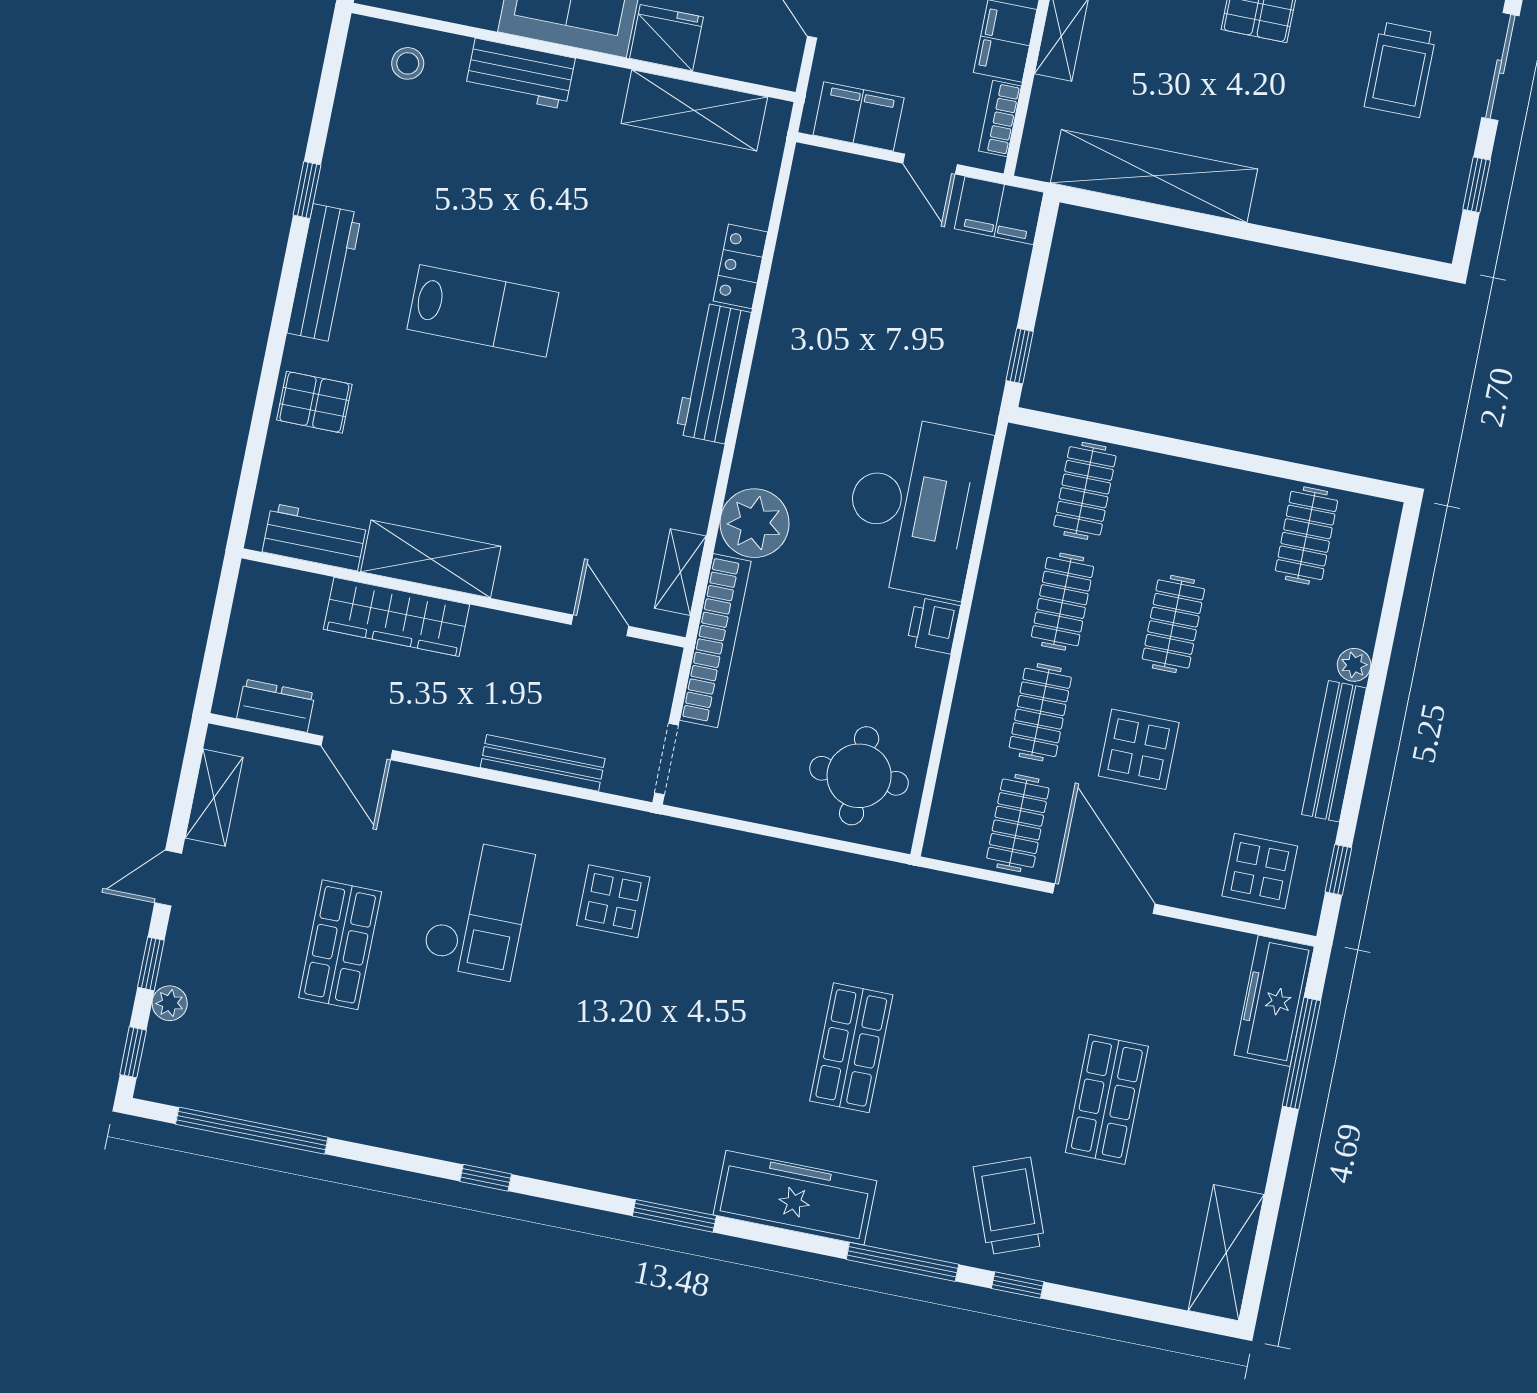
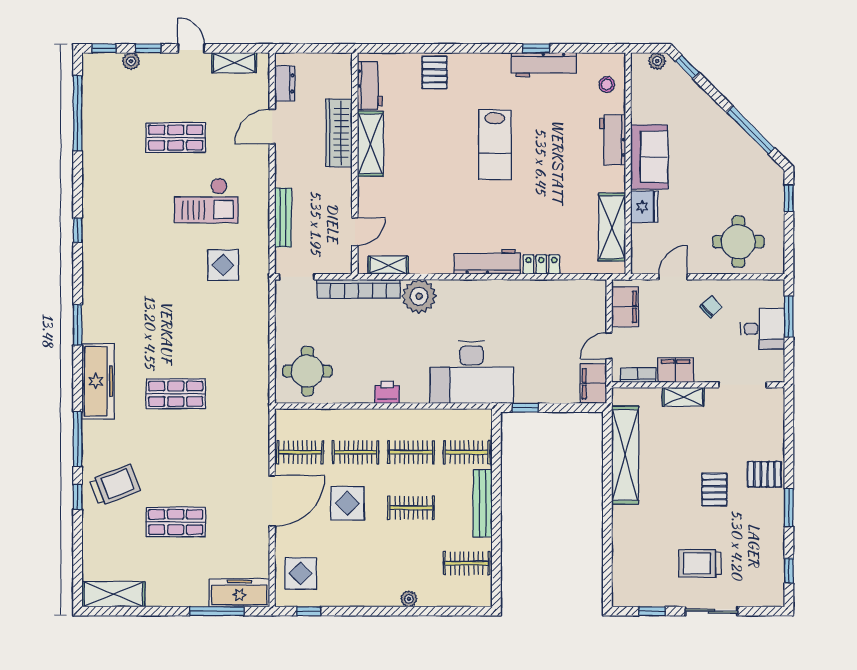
workbench: (324, 273) -> (544, 65), moved
desk: (916, 506) -> (472, 372), moved
bench: (1334, 751) -> (483, 503), moved, turned 90

